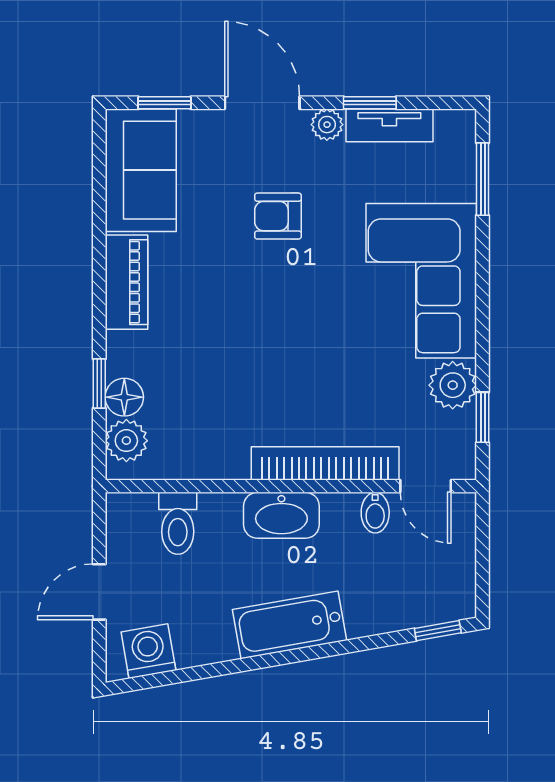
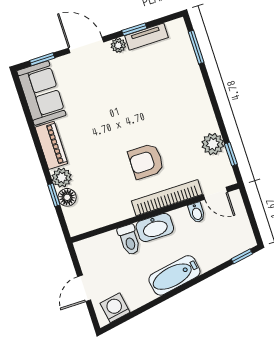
armchair: (278, 216) -> (146, 161), moved, width x1.38, depth x1.38
corner sofa: (421, 281) -> (183, 102), removed
plant: (126, 441) -> (62, 178), moved
toilet: (178, 523) -> (129, 240), moved

